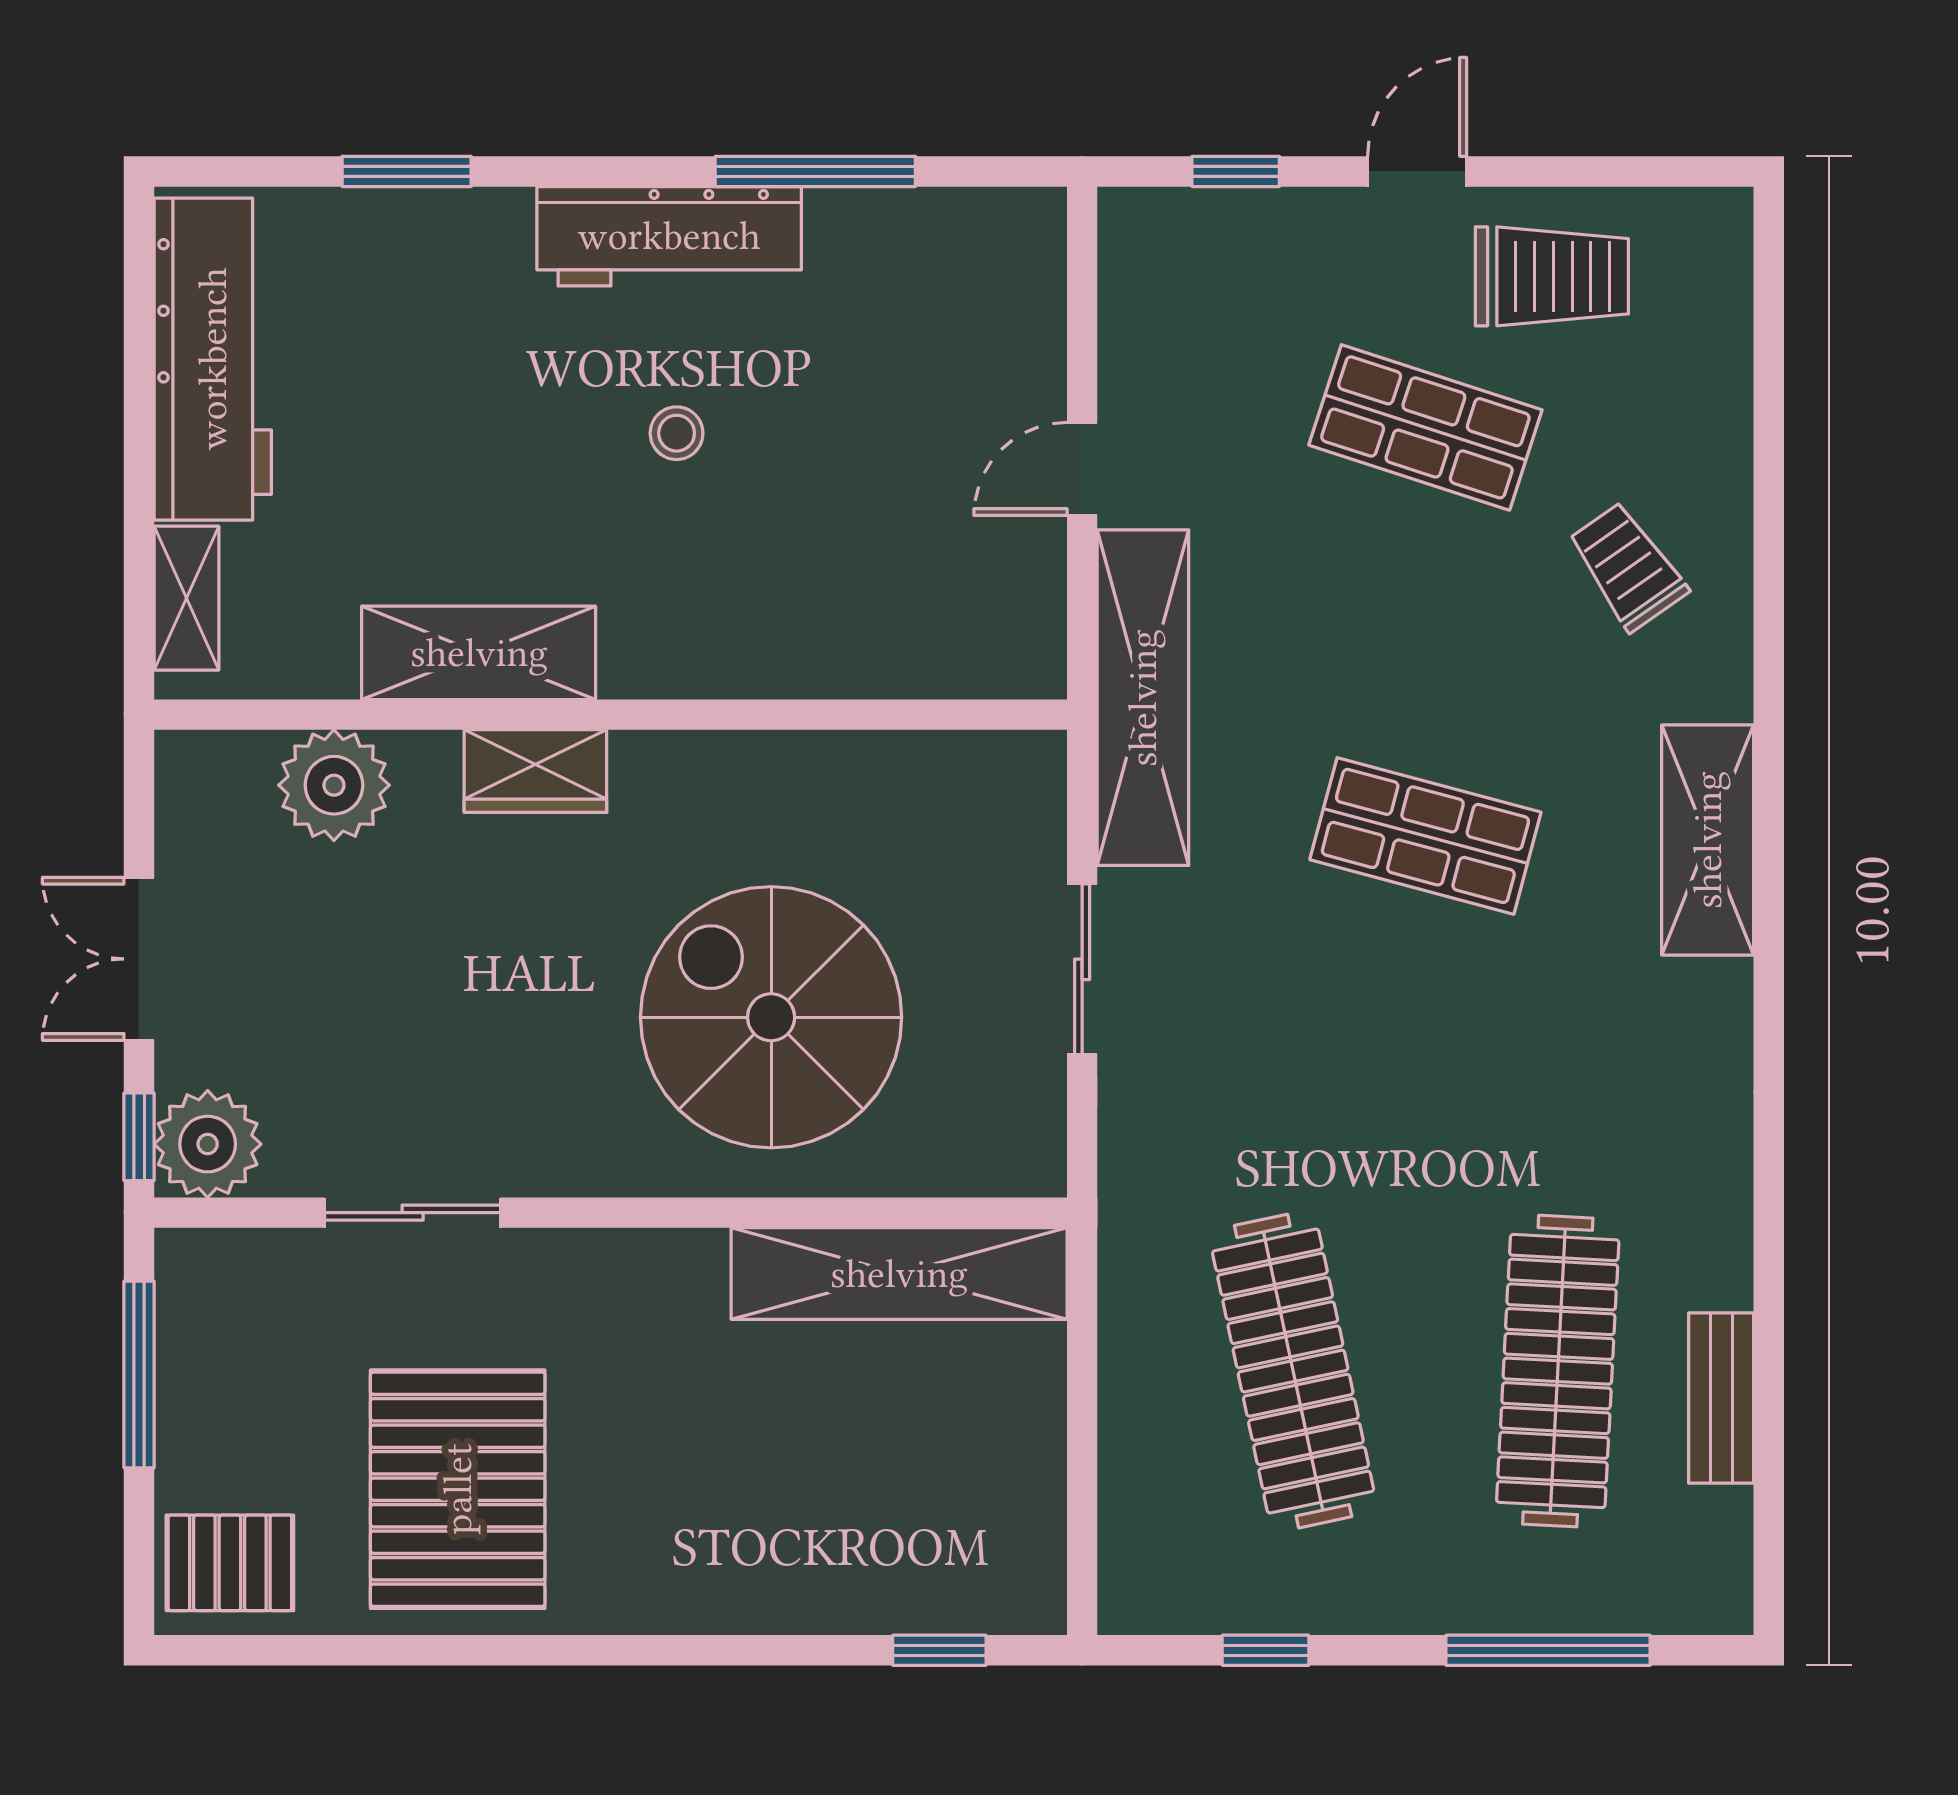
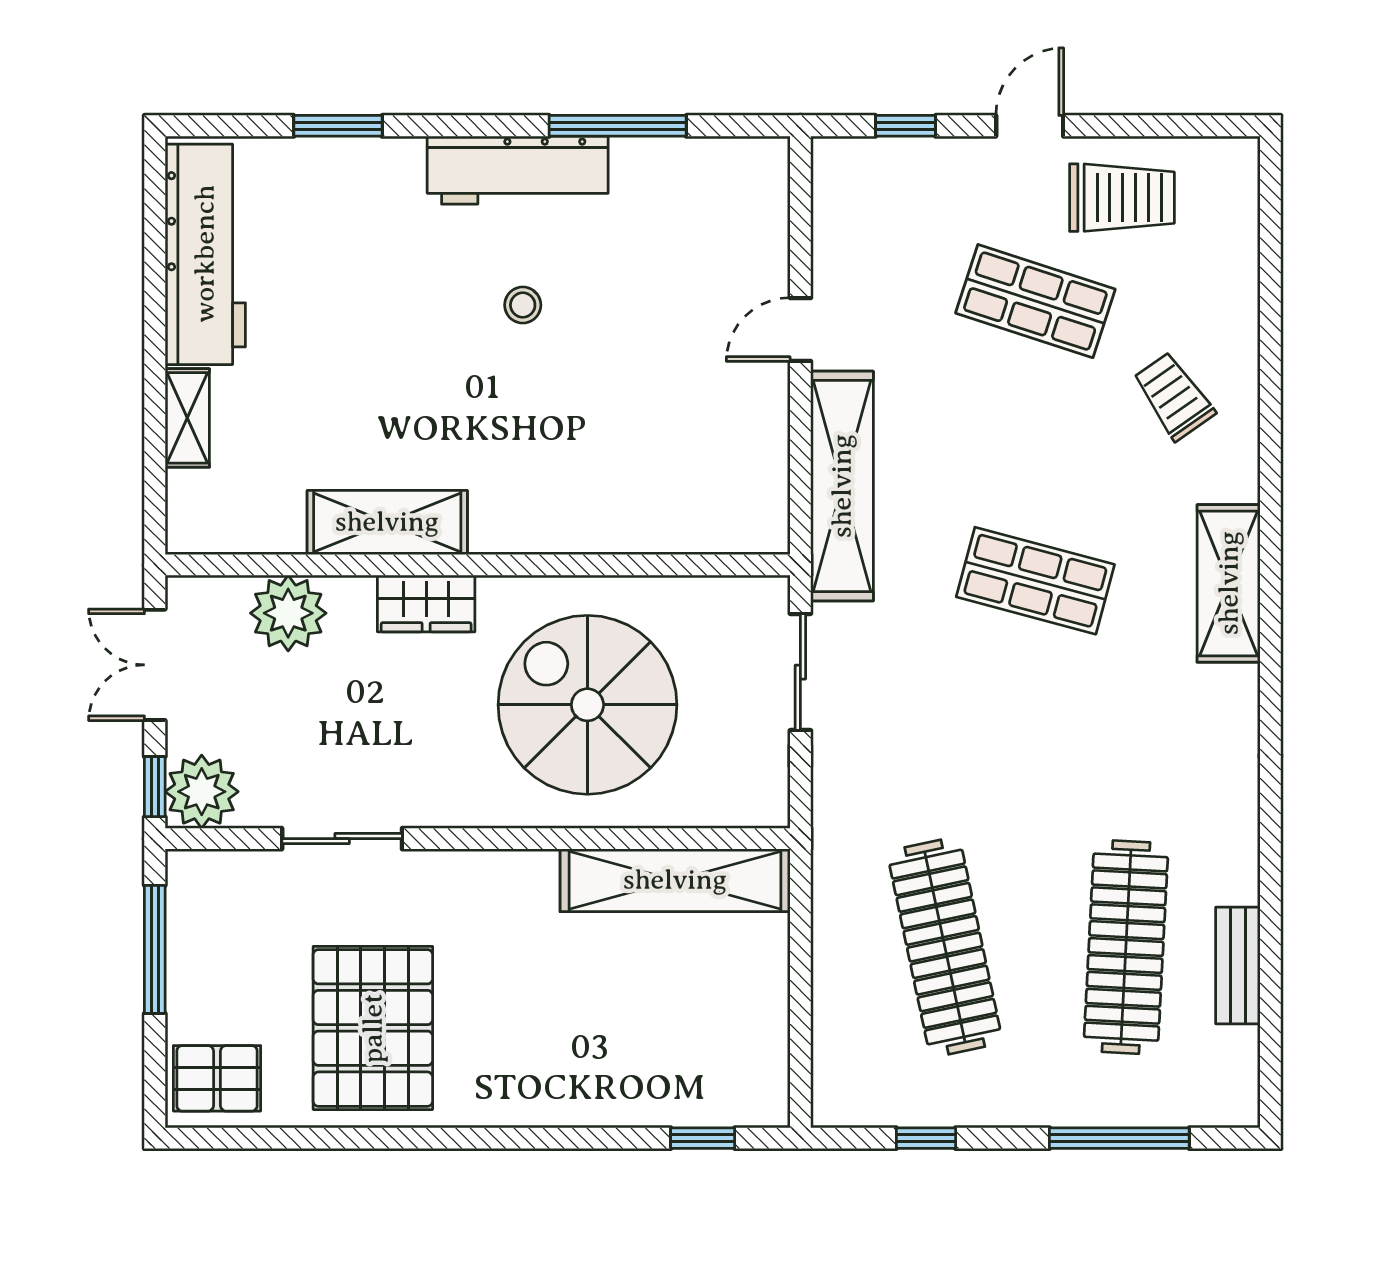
shelving: (479, 653) -> (387, 522), moved
wall: (611, 715) -> (478, 565), moved
wardrobe: (535, 771) -> (426, 603), moved
plant: (334, 785) -> (288, 613), moved

